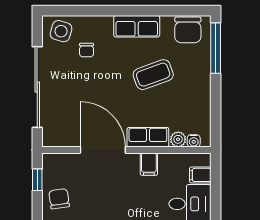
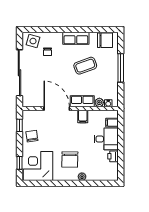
chair: (188, 30) -> (105, 40), turned -90
window: (216, 48) -> (121, 68), moved

